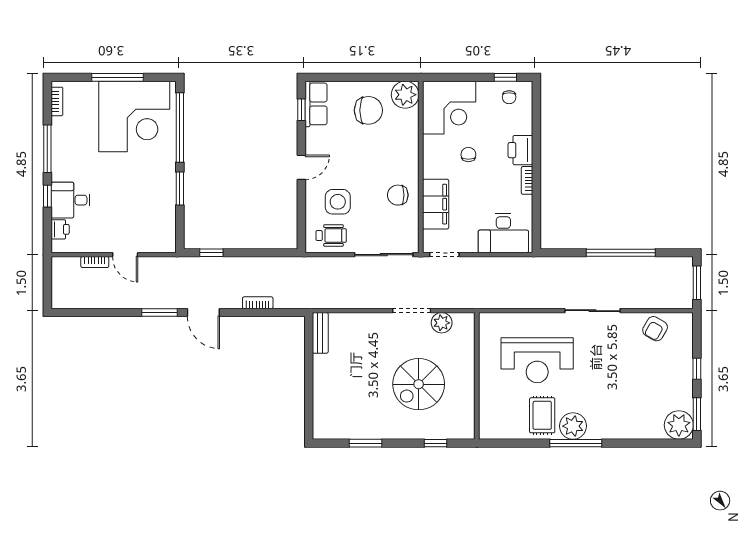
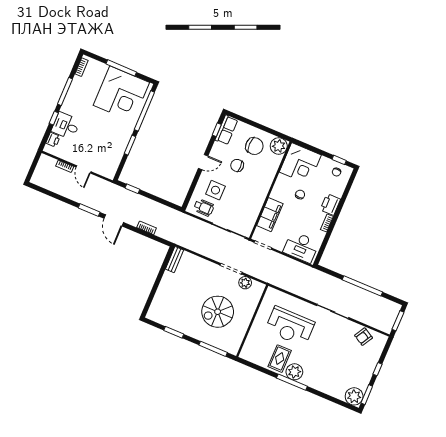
chair: (398, 195) -> (237, 165), moved
window: (436, 443) -> (213, 349), width x2.17

